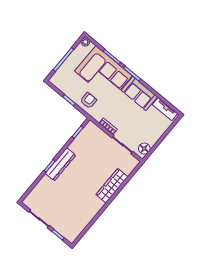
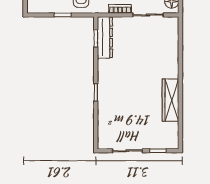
dresser: (60, 164) -> (105, 38), moved
wardrobe: (112, 186) -> (171, 100), moved

